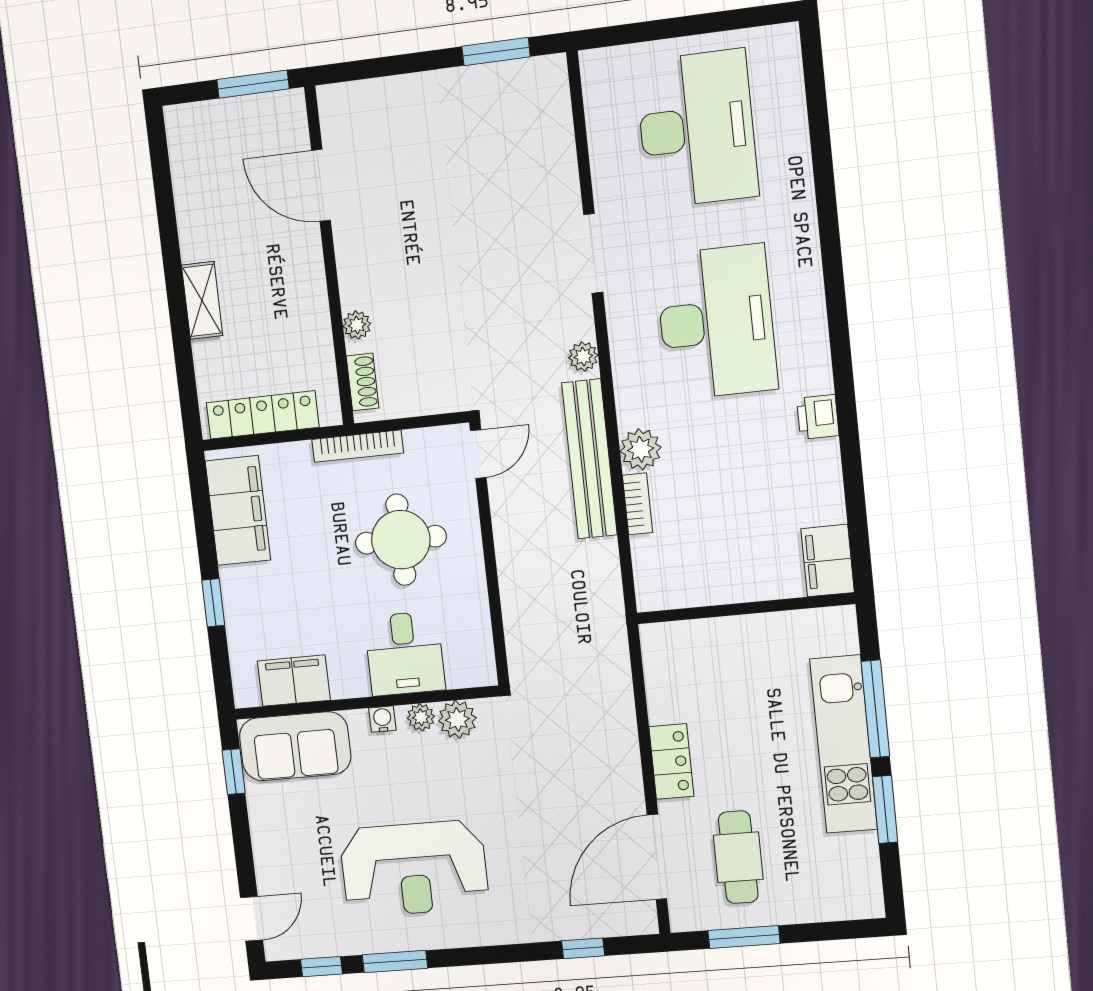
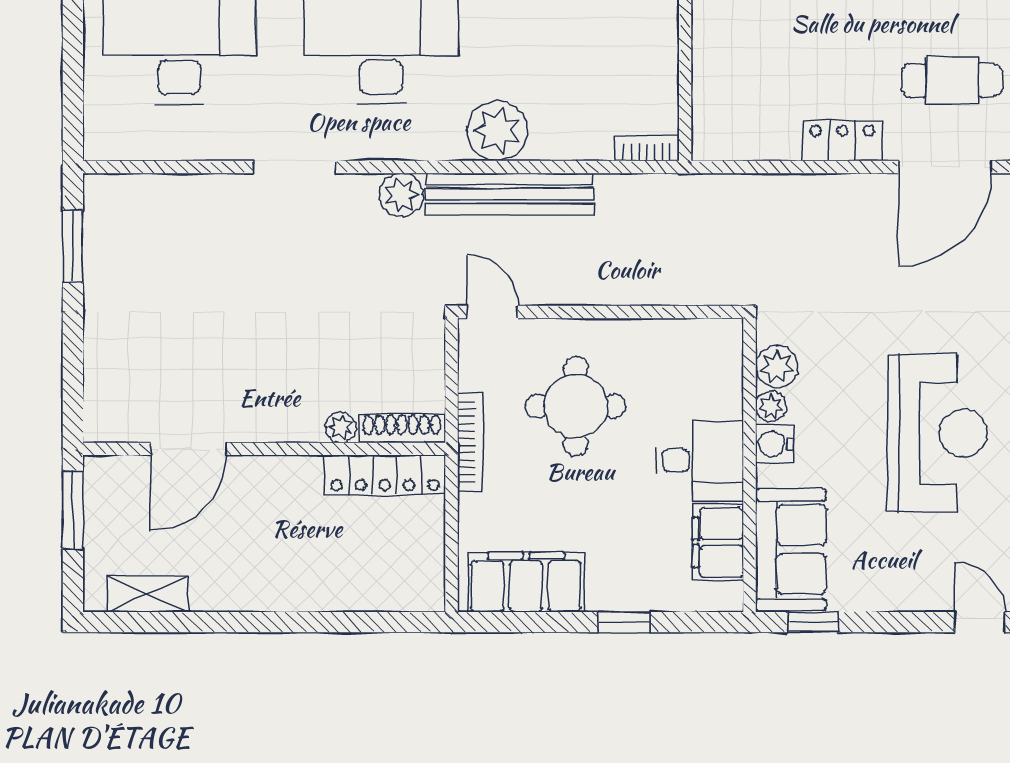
shelving: (202, 300) -> (148, 594), moved
plant: (583, 357) -> (401, 195), width x1.38, depth x1.38
shoe rack: (363, 382) -> (402, 428), width x1.43
locker: (263, 415) -> (385, 475), moved, turned -90
plant: (641, 449) -> (497, 131), width x1.36, depth x1.36
bookcase: (637, 504) -> (647, 148), moved
desk: (405, 653) -> (700, 460), moved
water cooler: (382, 719) -> (774, 444), width x1.38, depth x1.38
door: (657, 857) -> (945, 167), hinge flipped

